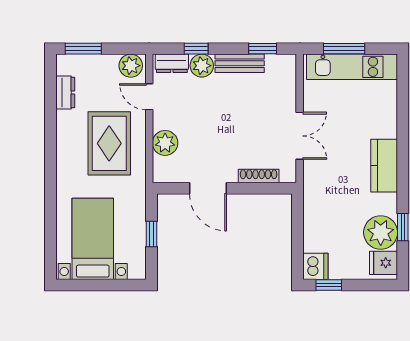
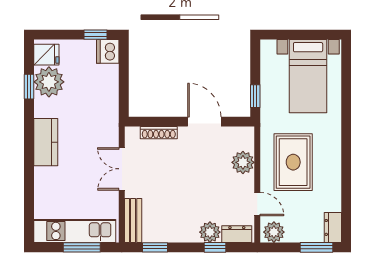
bench: (240, 63) -> (133, 220), moved, turned 90
dresser: (65, 92) -> (333, 227), moved
window: (151, 234) -> (255, 96), moved

